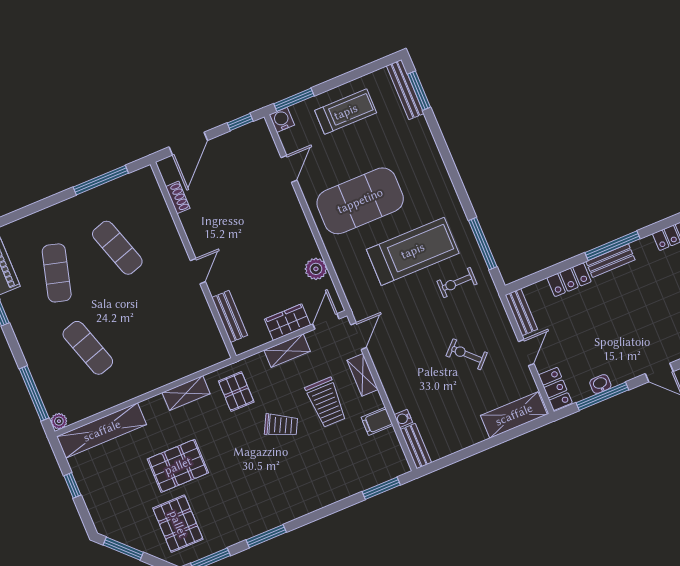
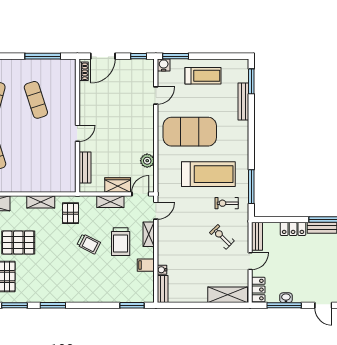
bench: (405, 90) -> (243, 102), moved
shoe rack: (178, 197) -> (84, 71), moved
exercise bike: (467, 354) -> (222, 237), moved

